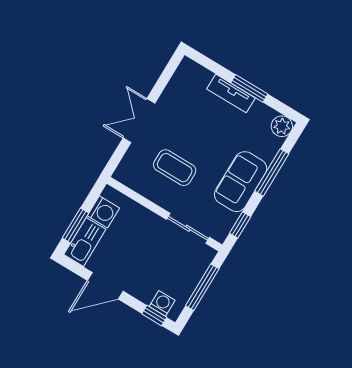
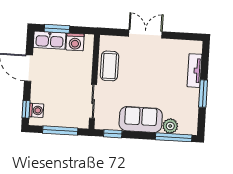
tv unit: (231, 93) -> (194, 71), moved
plant: (282, 126) -> (170, 126), moved
coffee table: (175, 168) -> (110, 66), moved
window: (272, 172) -> (174, 137), moved

